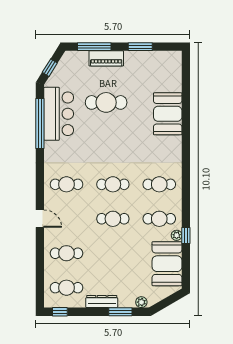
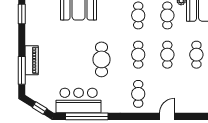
window: (140, 47) -> (22, 14), moved
cafe table: (106, 102) -> (102, 59), moved
cafe table: (66, 253) -> (196, 55), moved

